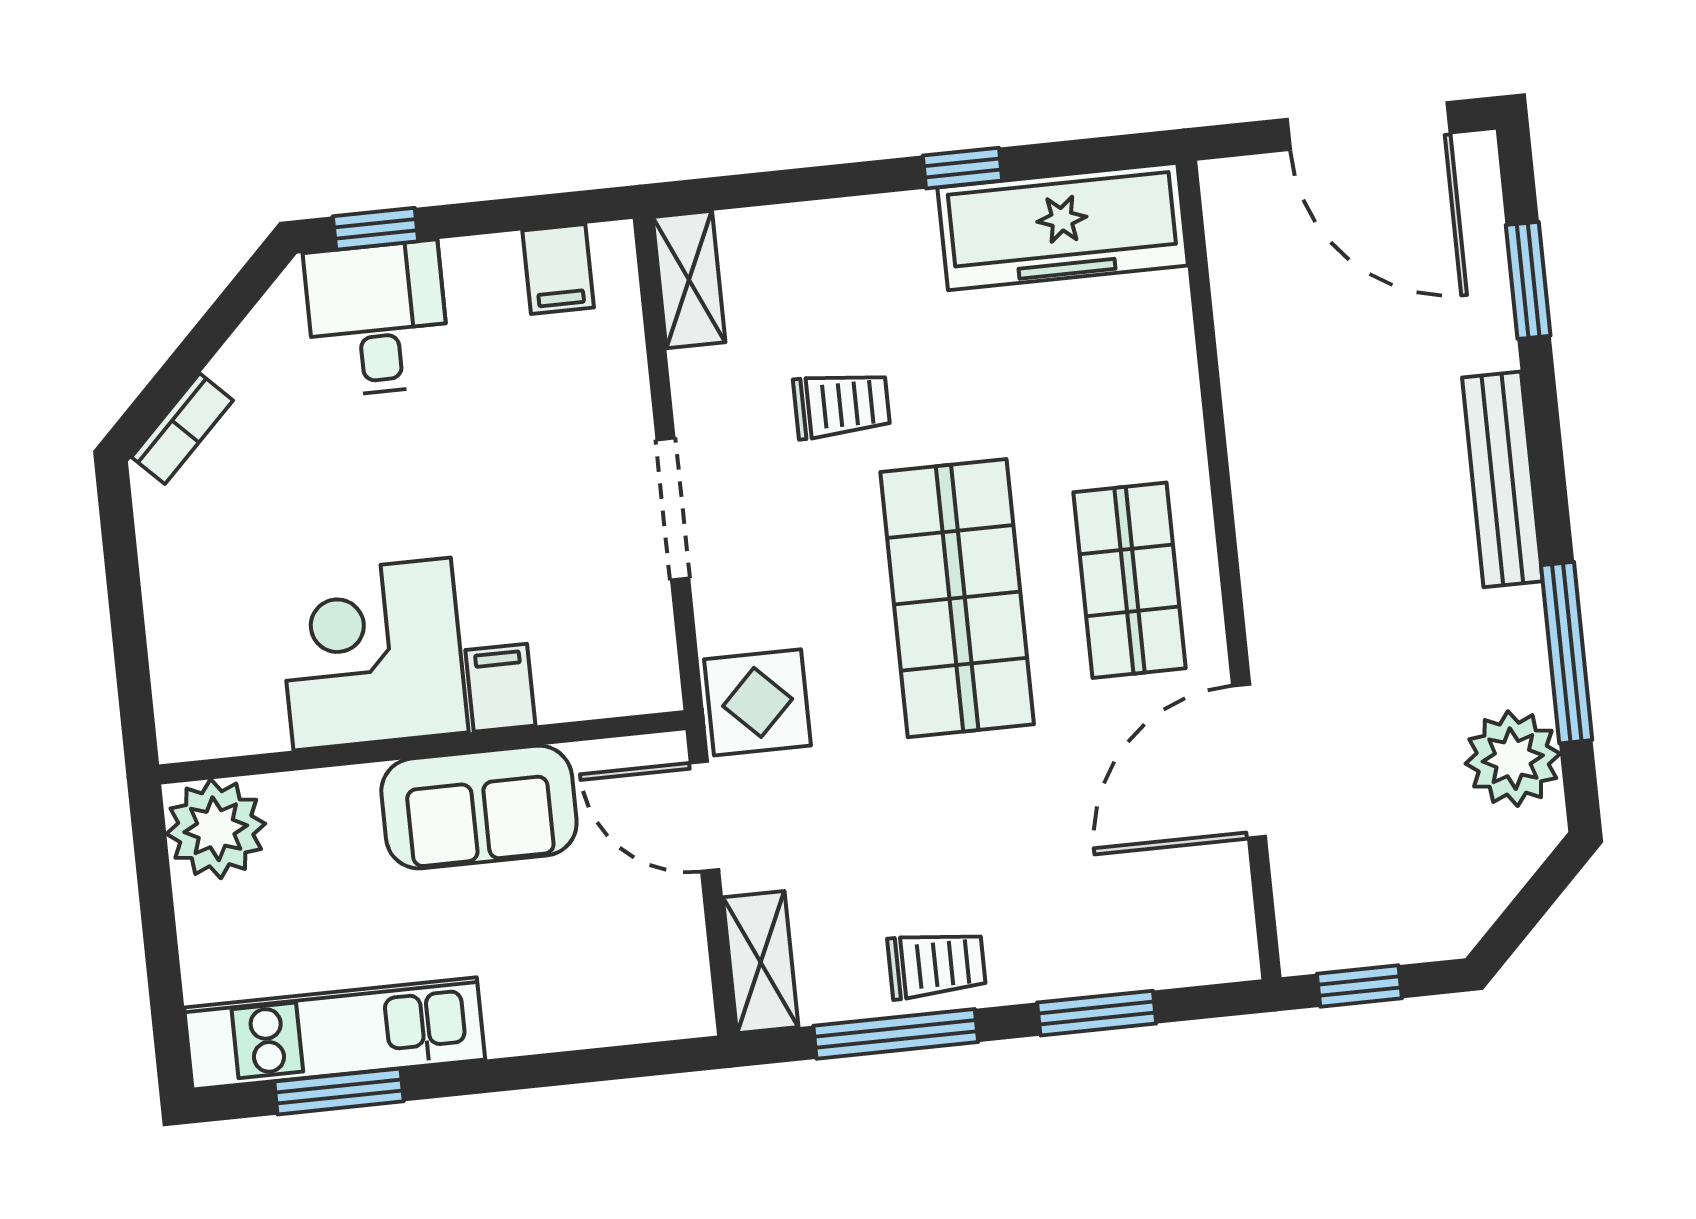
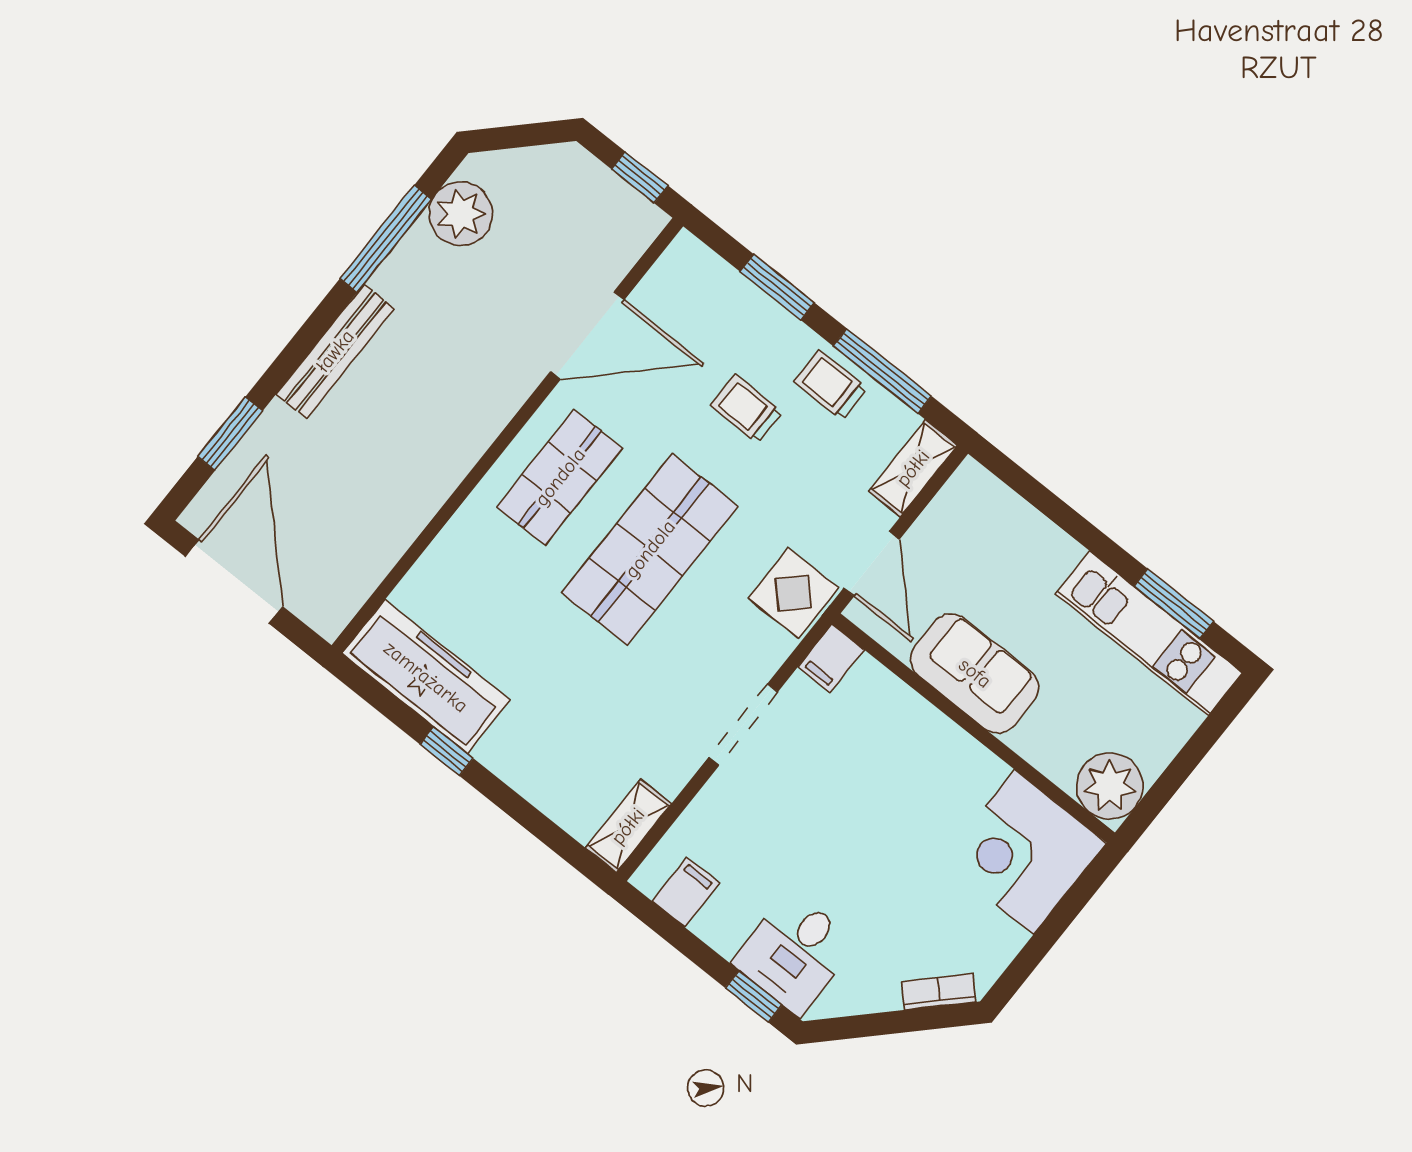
trolley: (842, 405) -> (746, 409), moved
corner desk: (372, 654) -> (1024, 852), moved, turned 90
filing cabinet: (500, 688) -> (831, 658), moved

